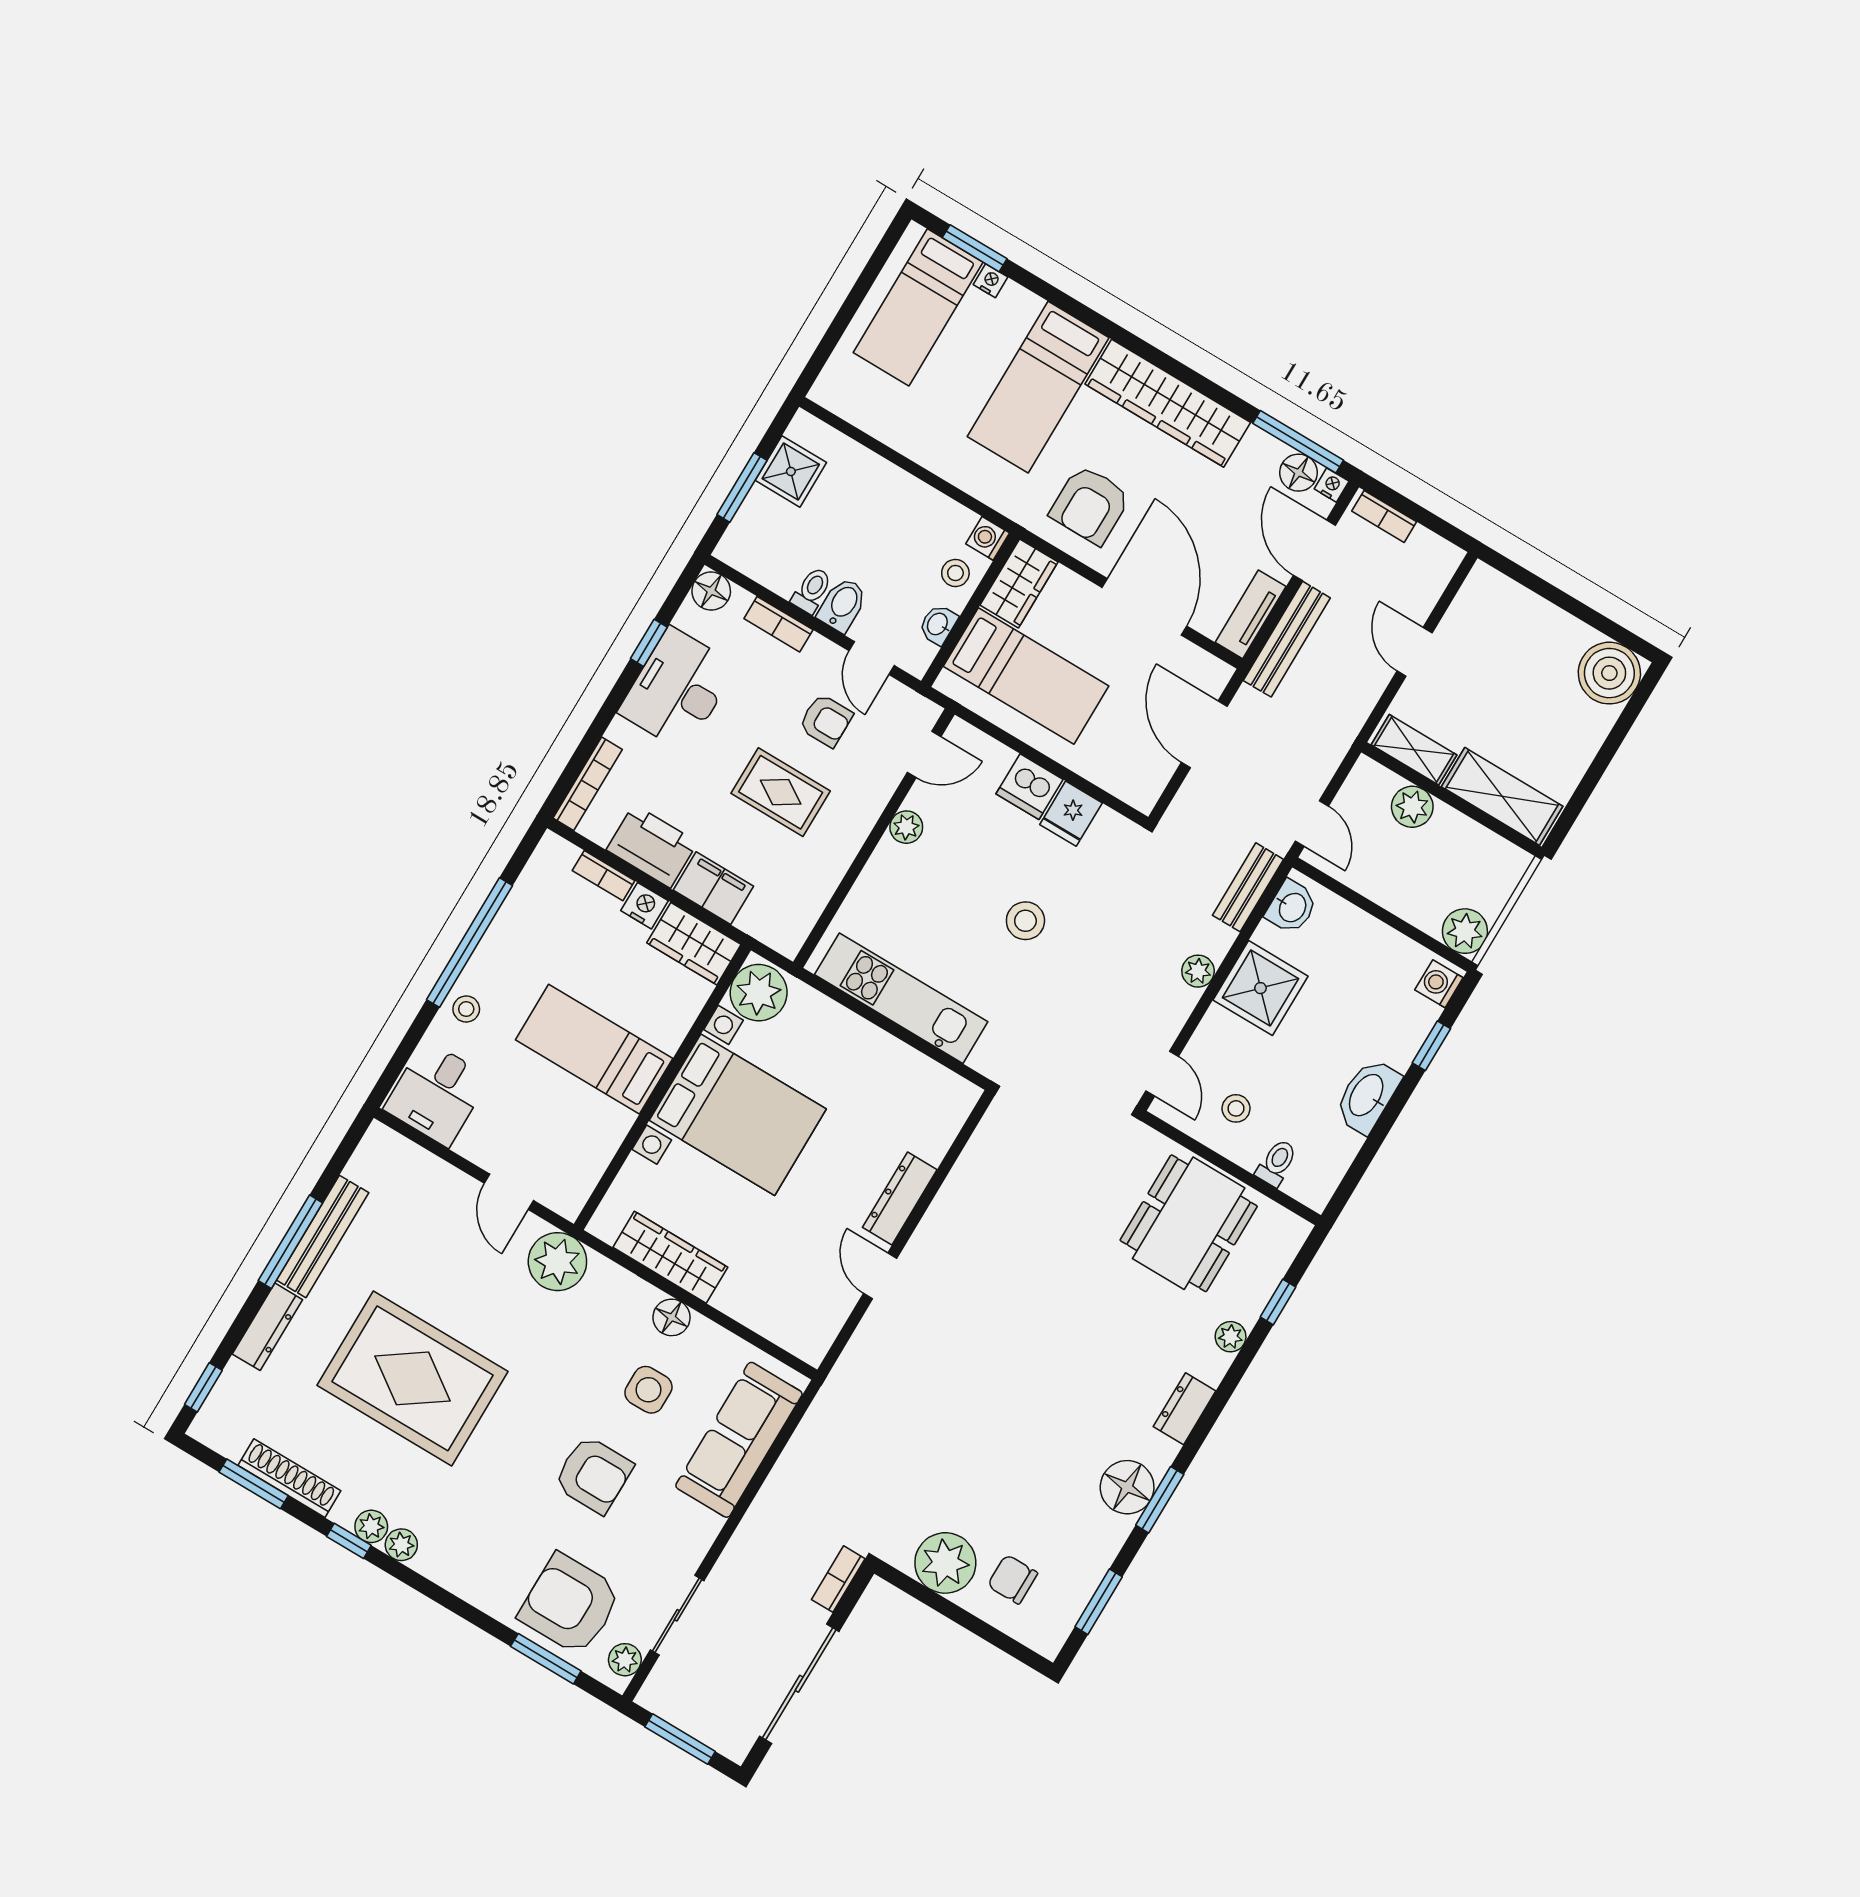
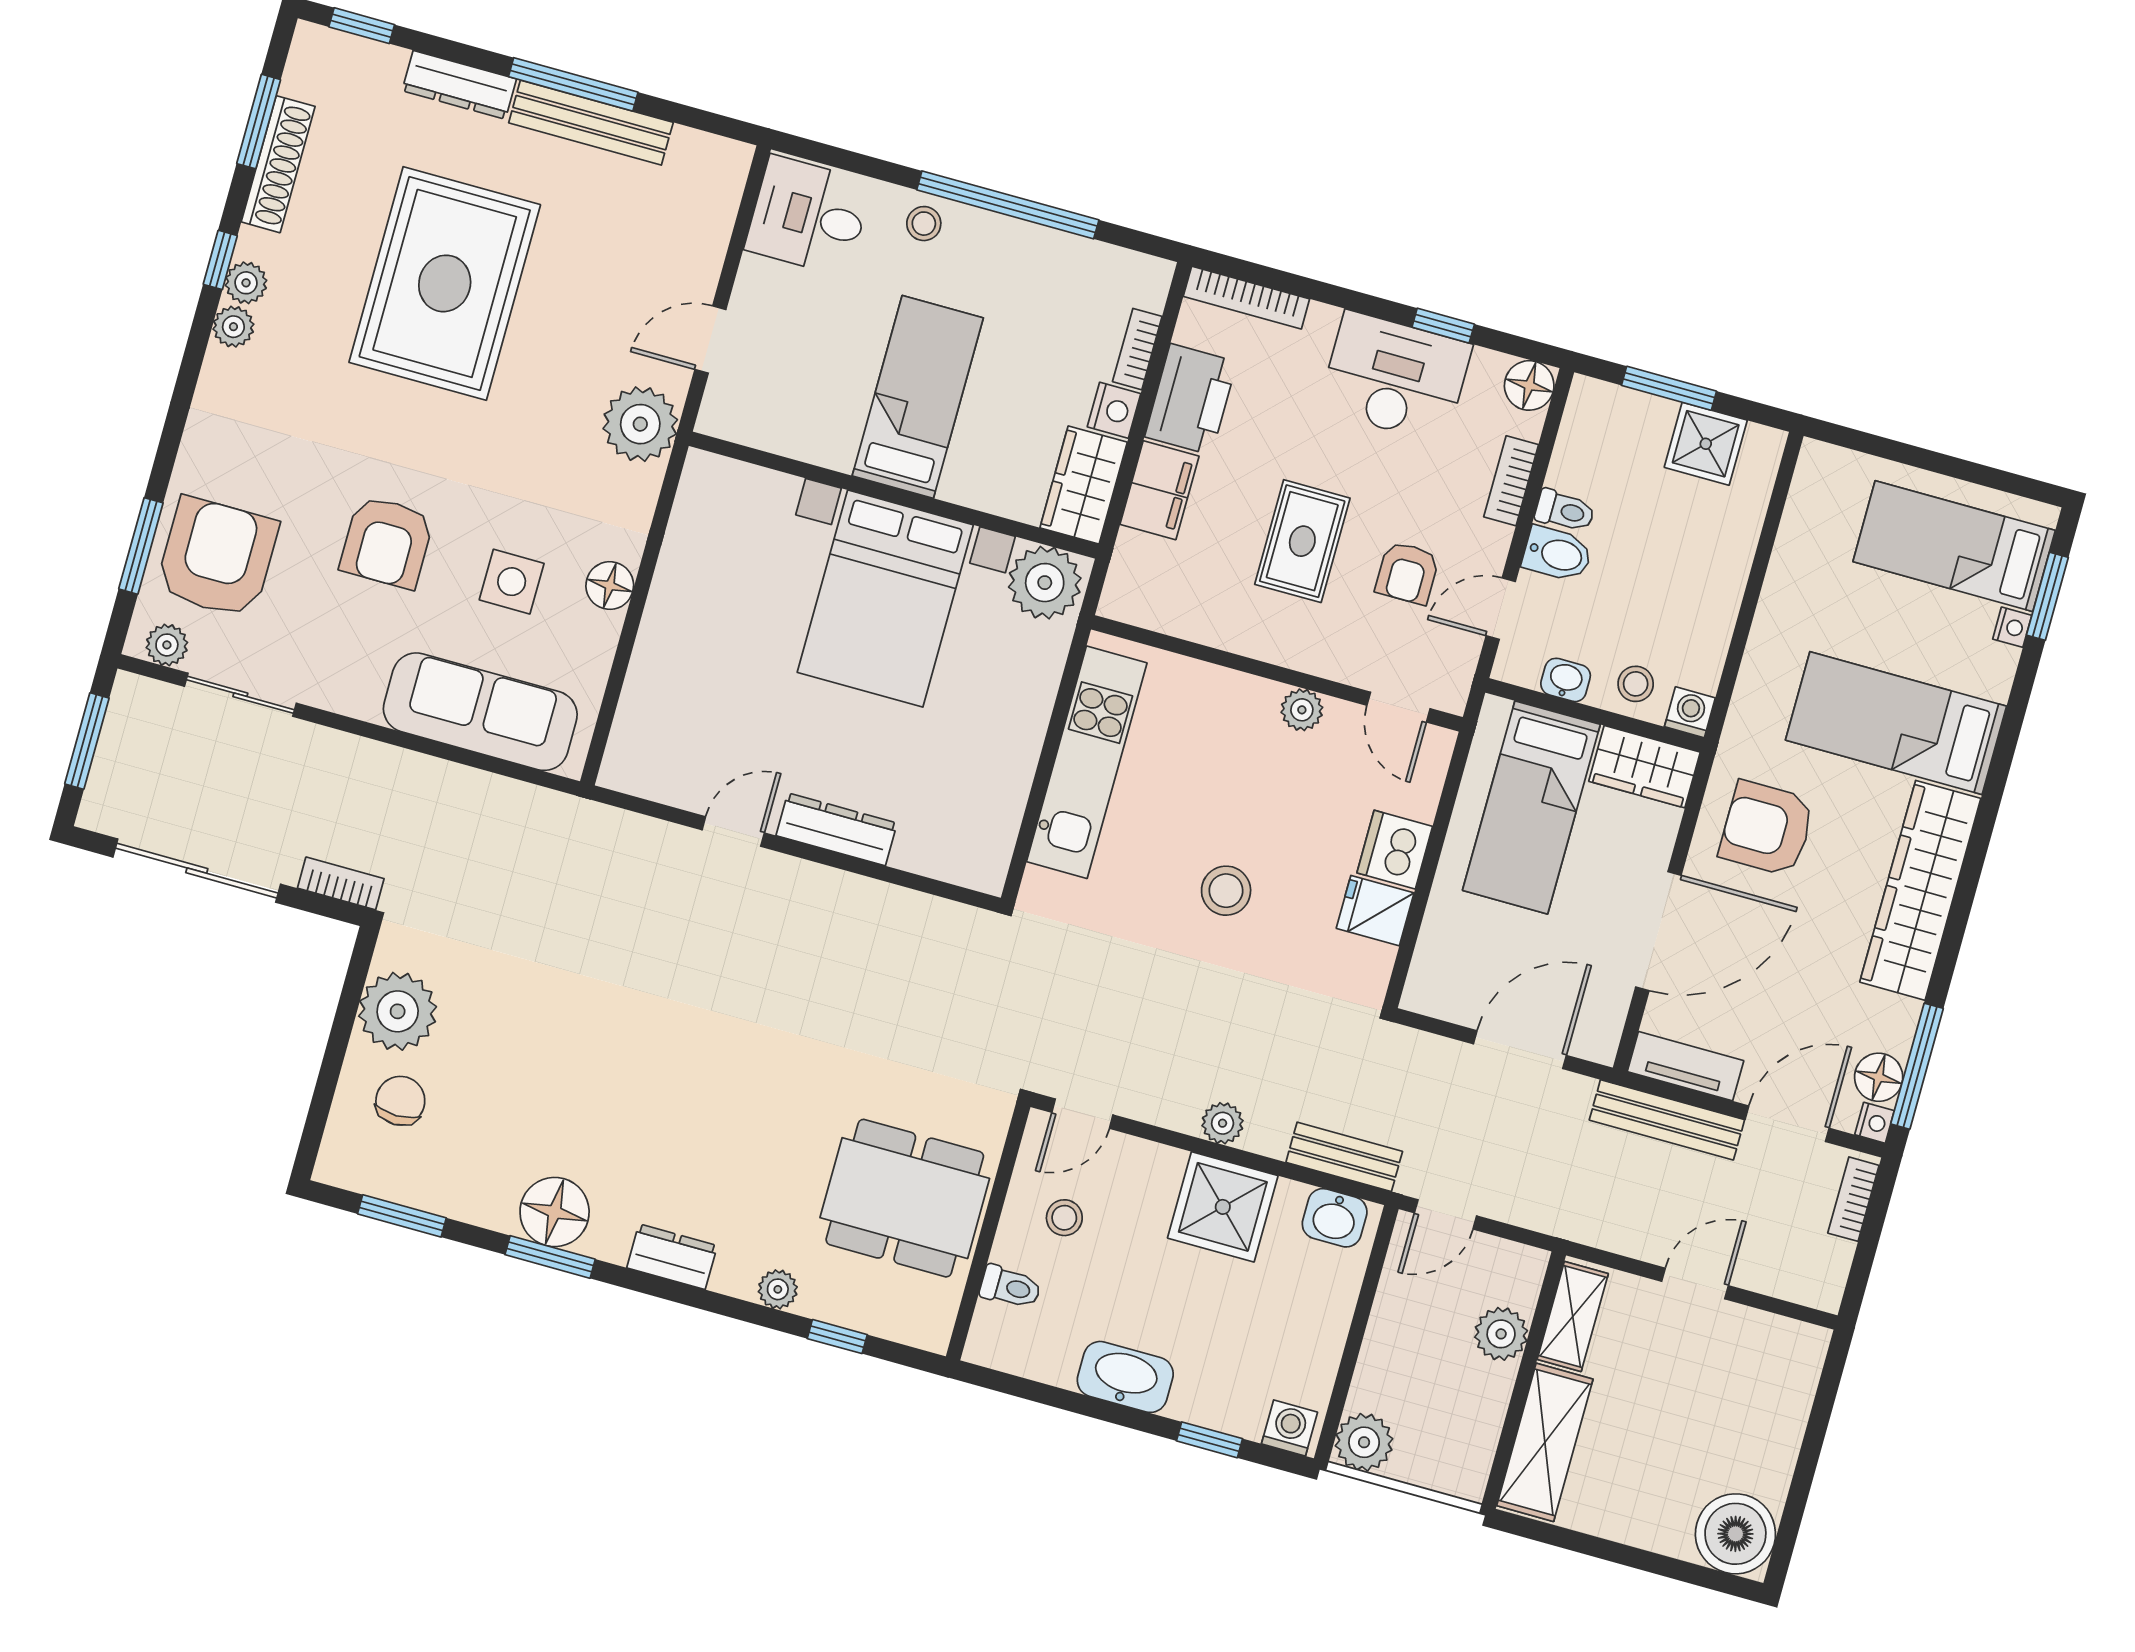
wardrobe: (670, 1257) -> (684, 563), removed

